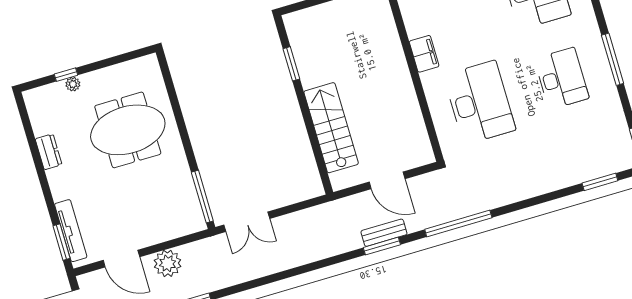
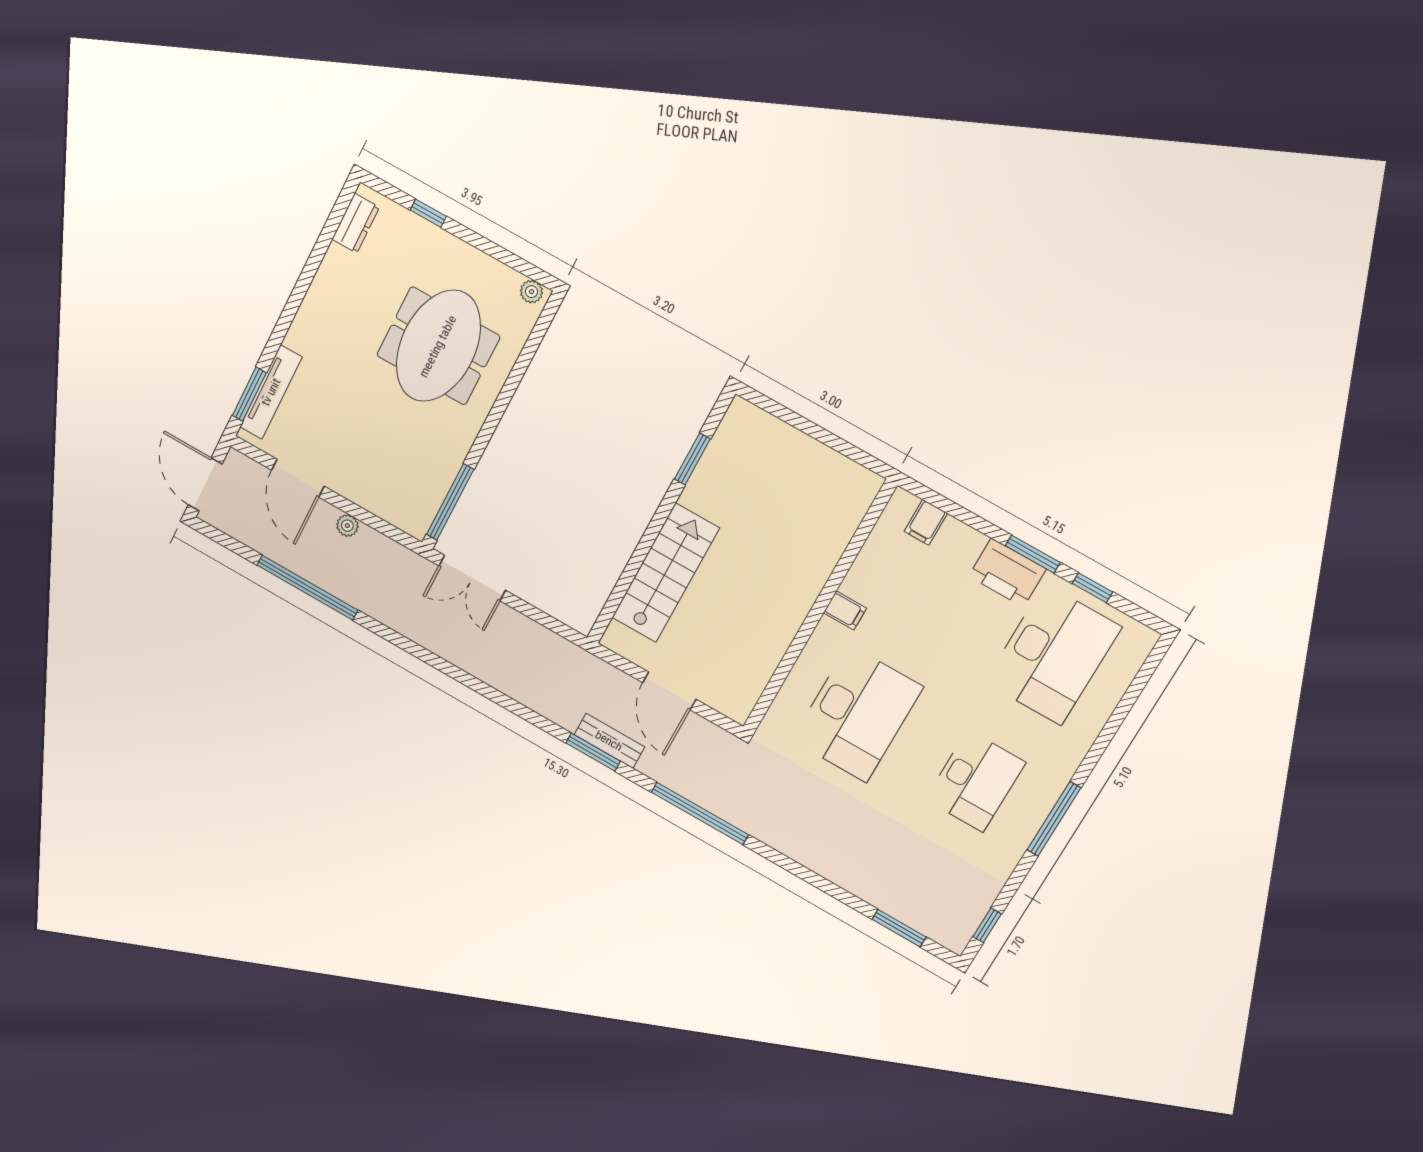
filing cabinet: (424, 54) -> (845, 610), width x0.50
plant: (73, 84) -> (531, 292), moved
meeting table: (128, 130) -> (438, 346), turned 90
dresser: (49, 152) -> (356, 223), moved
plant: (168, 263) -> (347, 526), width x0.53, depth x0.53

